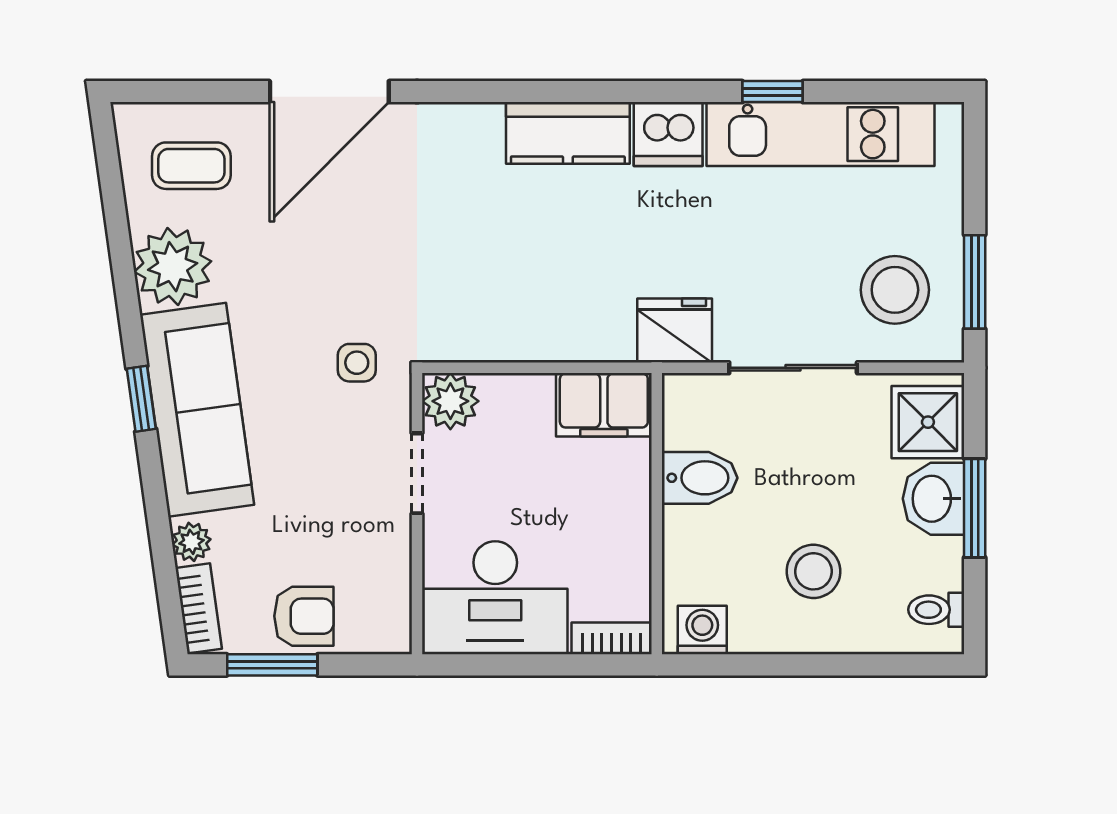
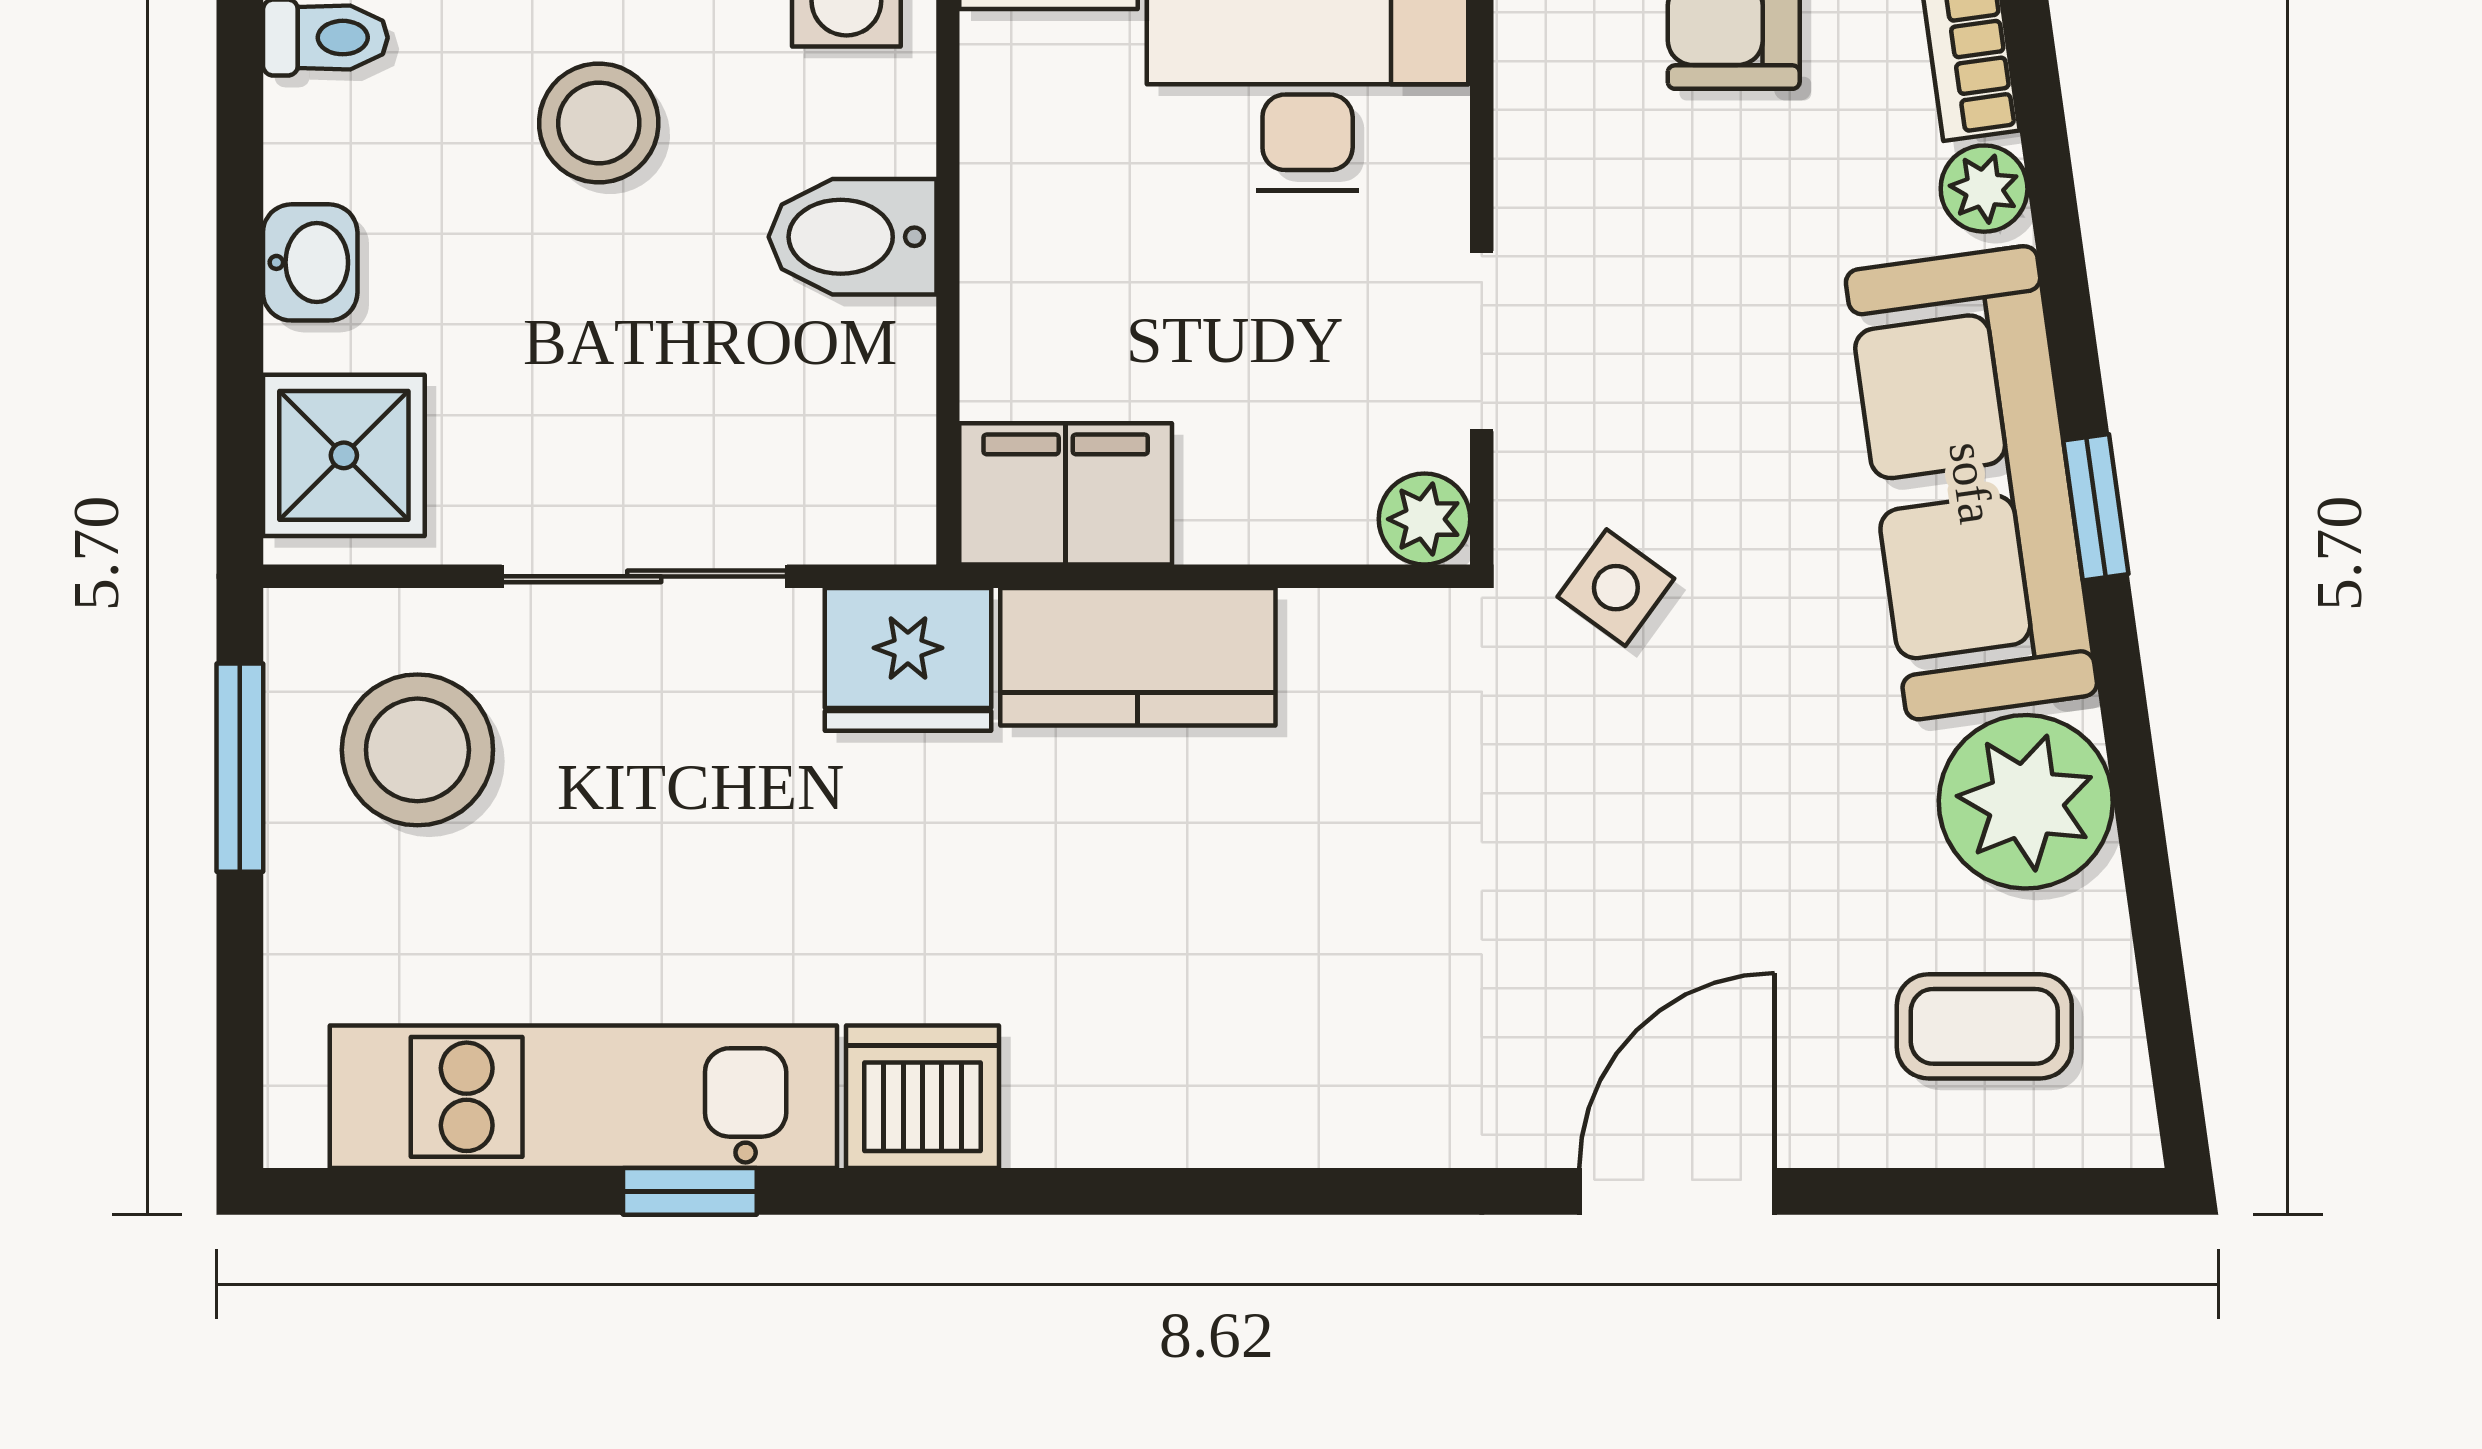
door: (329, 92) -> (1677, 1191), width x0.73
kitchen counter: (568, 133) -> (1138, 657), moved, turned 180
side table: (357, 363) -> (1616, 588), turned 36
plant: (450, 401) -> (1424, 519), width x0.73, depth x0.73
bidet: (700, 478) -> (852, 237), moved
washbasin: (934, 499) -> (310, 262), width x0.72, depth x0.69
window: (975, 508) -> (240, 264), removed

